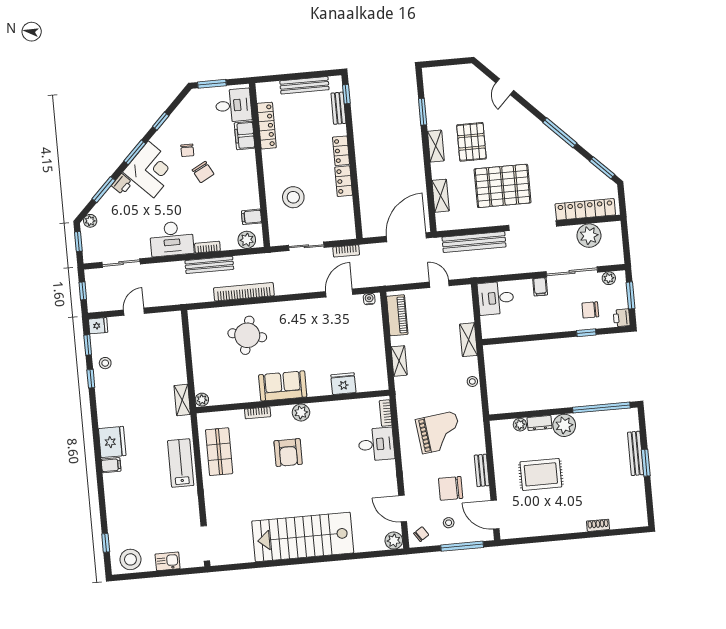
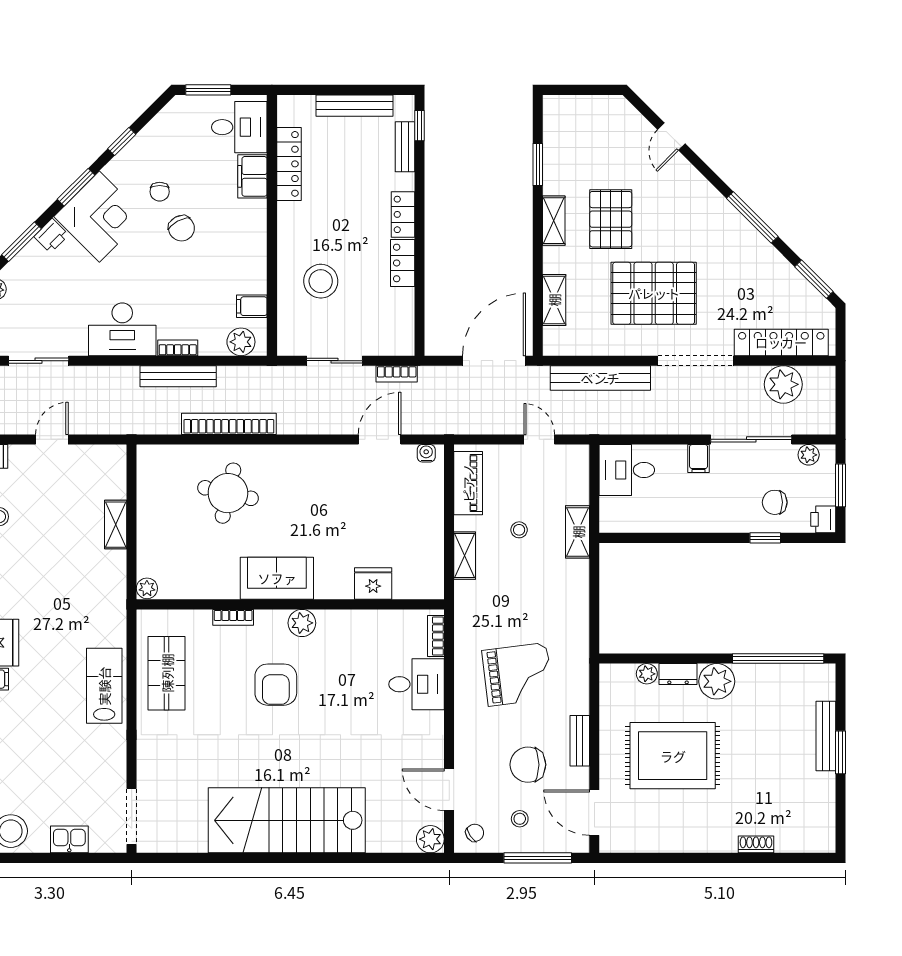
stool: (472, 381) -> (519, 530), moved
shelving: (182, 400) -> (116, 525), moved
rug: (541, 474) -> (673, 756), width x1.37, depth x1.44

